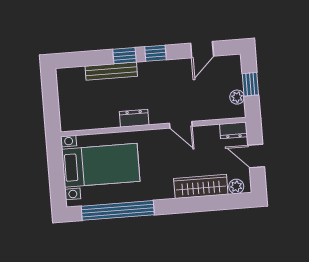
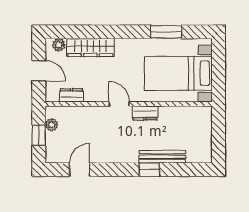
window: (155, 53) -> (121, 170), removed
door: (181, 125) -> (119, 104), moved
dresser: (233, 130) -> (72, 95), moved
window: (118, 210) -> (166, 32), width x0.47

